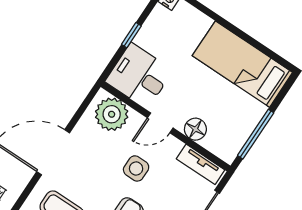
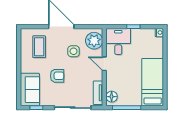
floor lamp: (195, 129) -> (112, 97), moved
side table: (136, 168) -> (74, 51), moved

